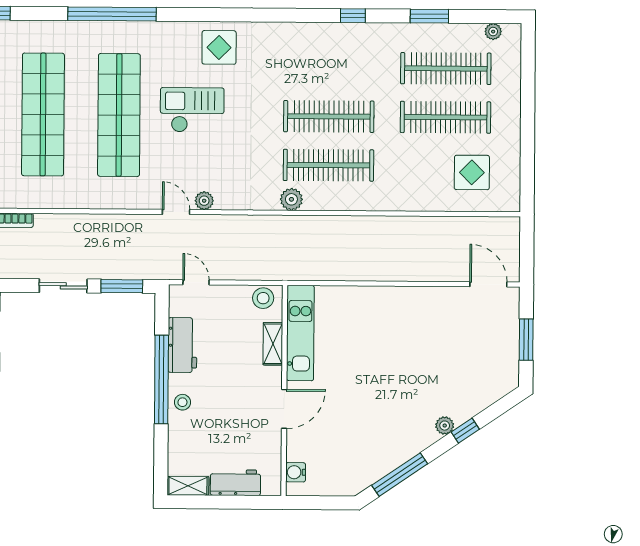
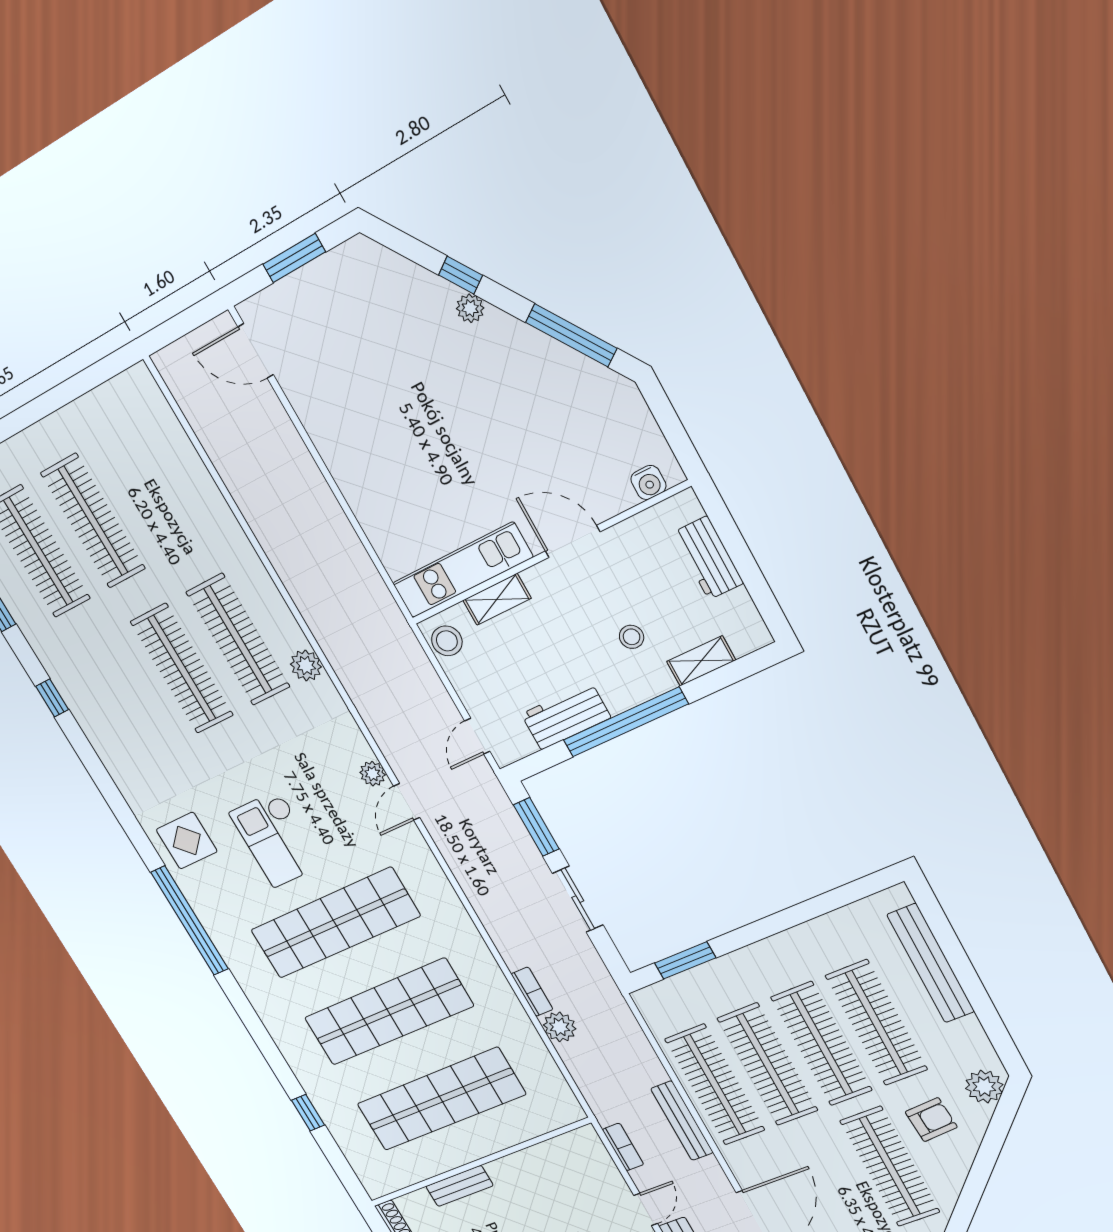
window: (112, 14) -> (190, 921), moved
display table: (472, 172) -> (135, 451), removed
door: (488, 284) -> (256, 351), hinge flipped
stool: (182, 402) -> (632, 637), moved
shelving: (188, 486) -> (701, 661), moved, turned 90

